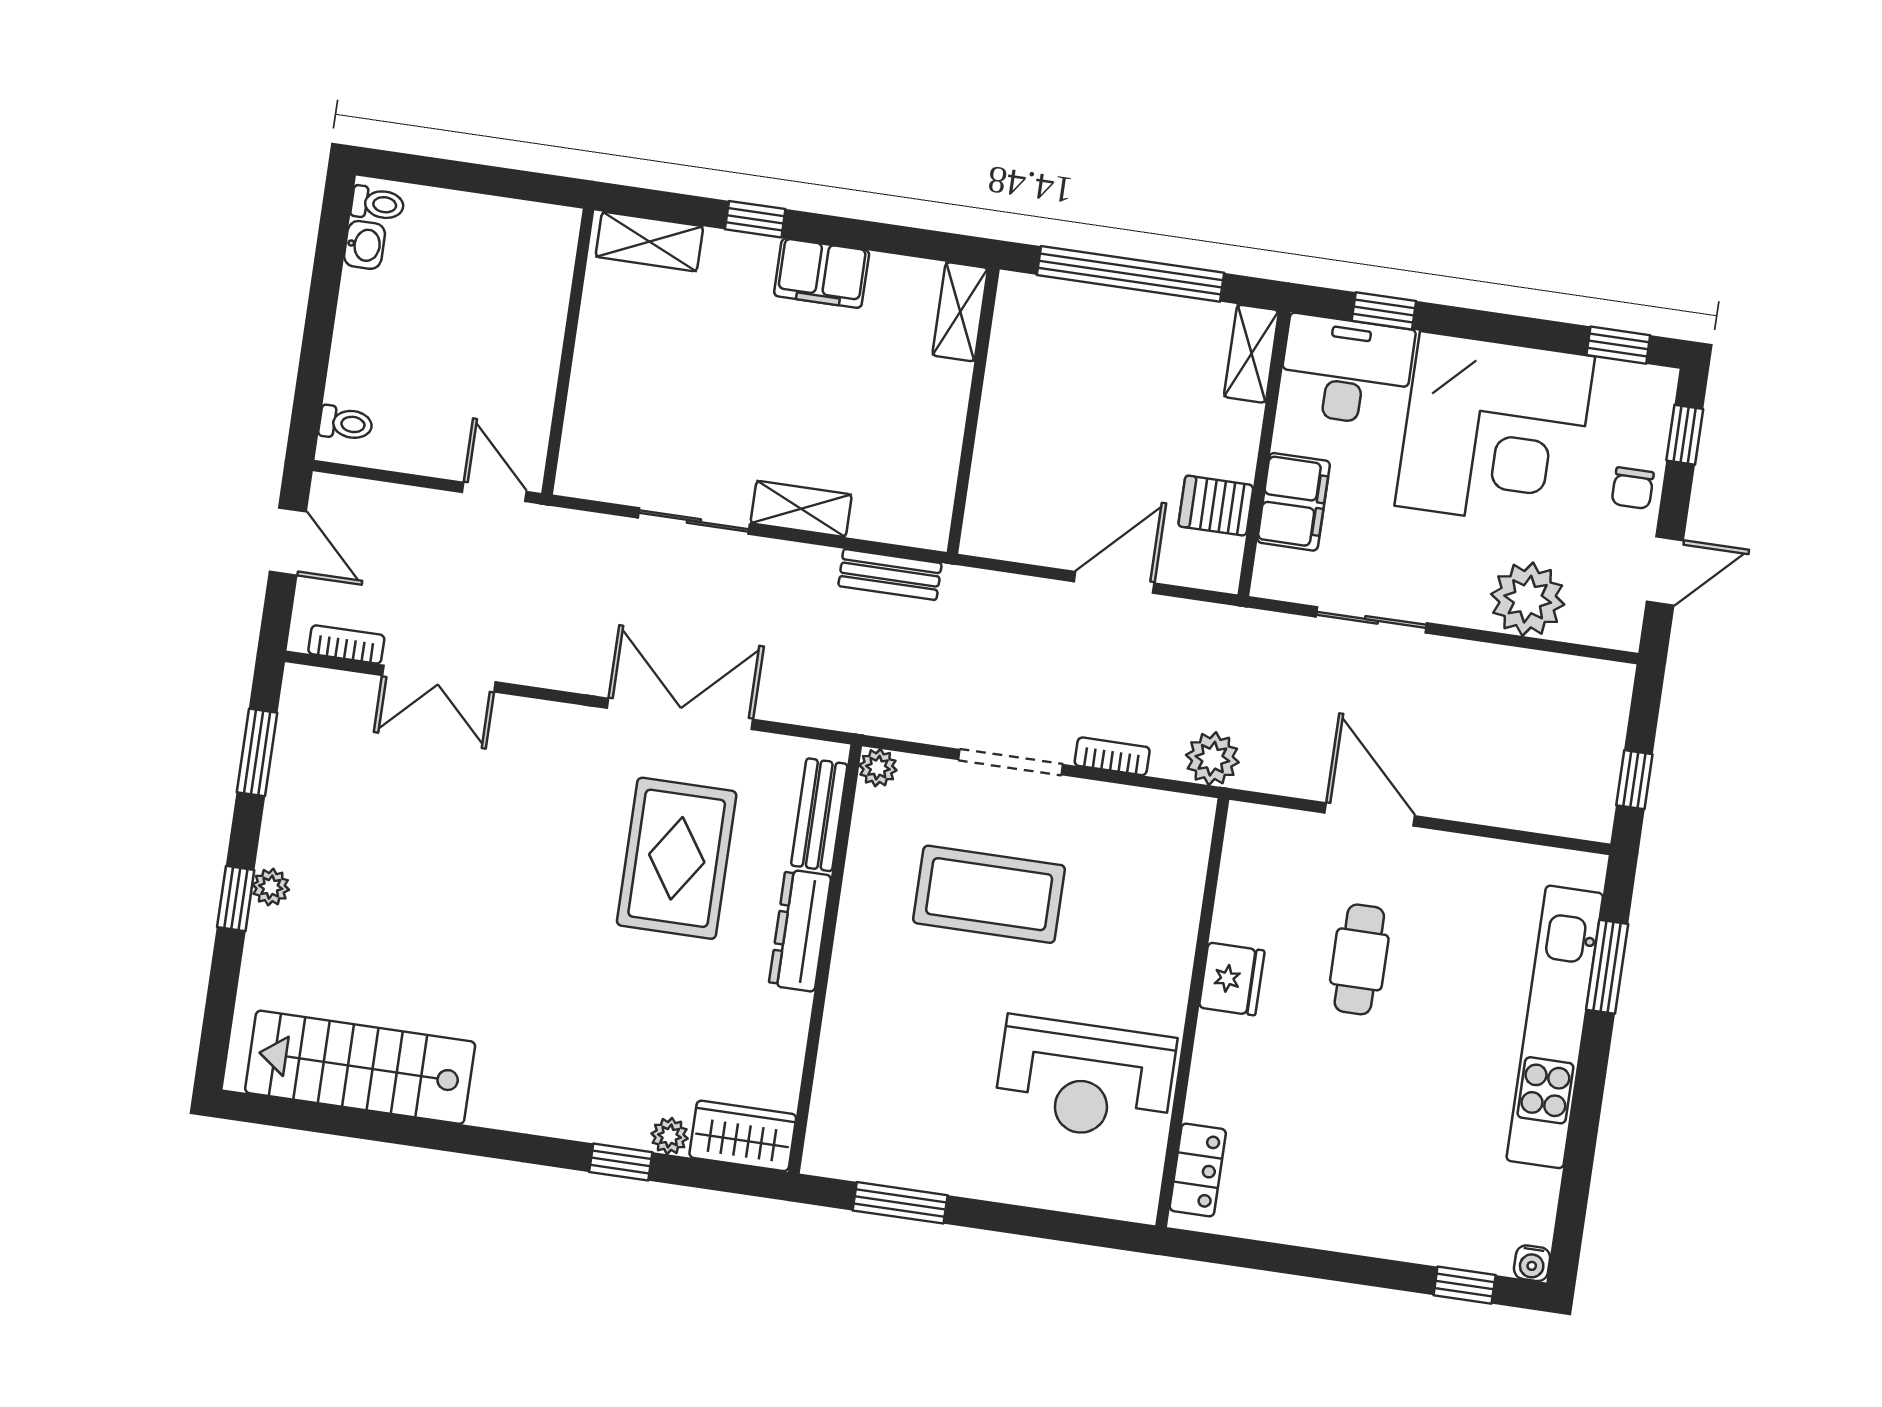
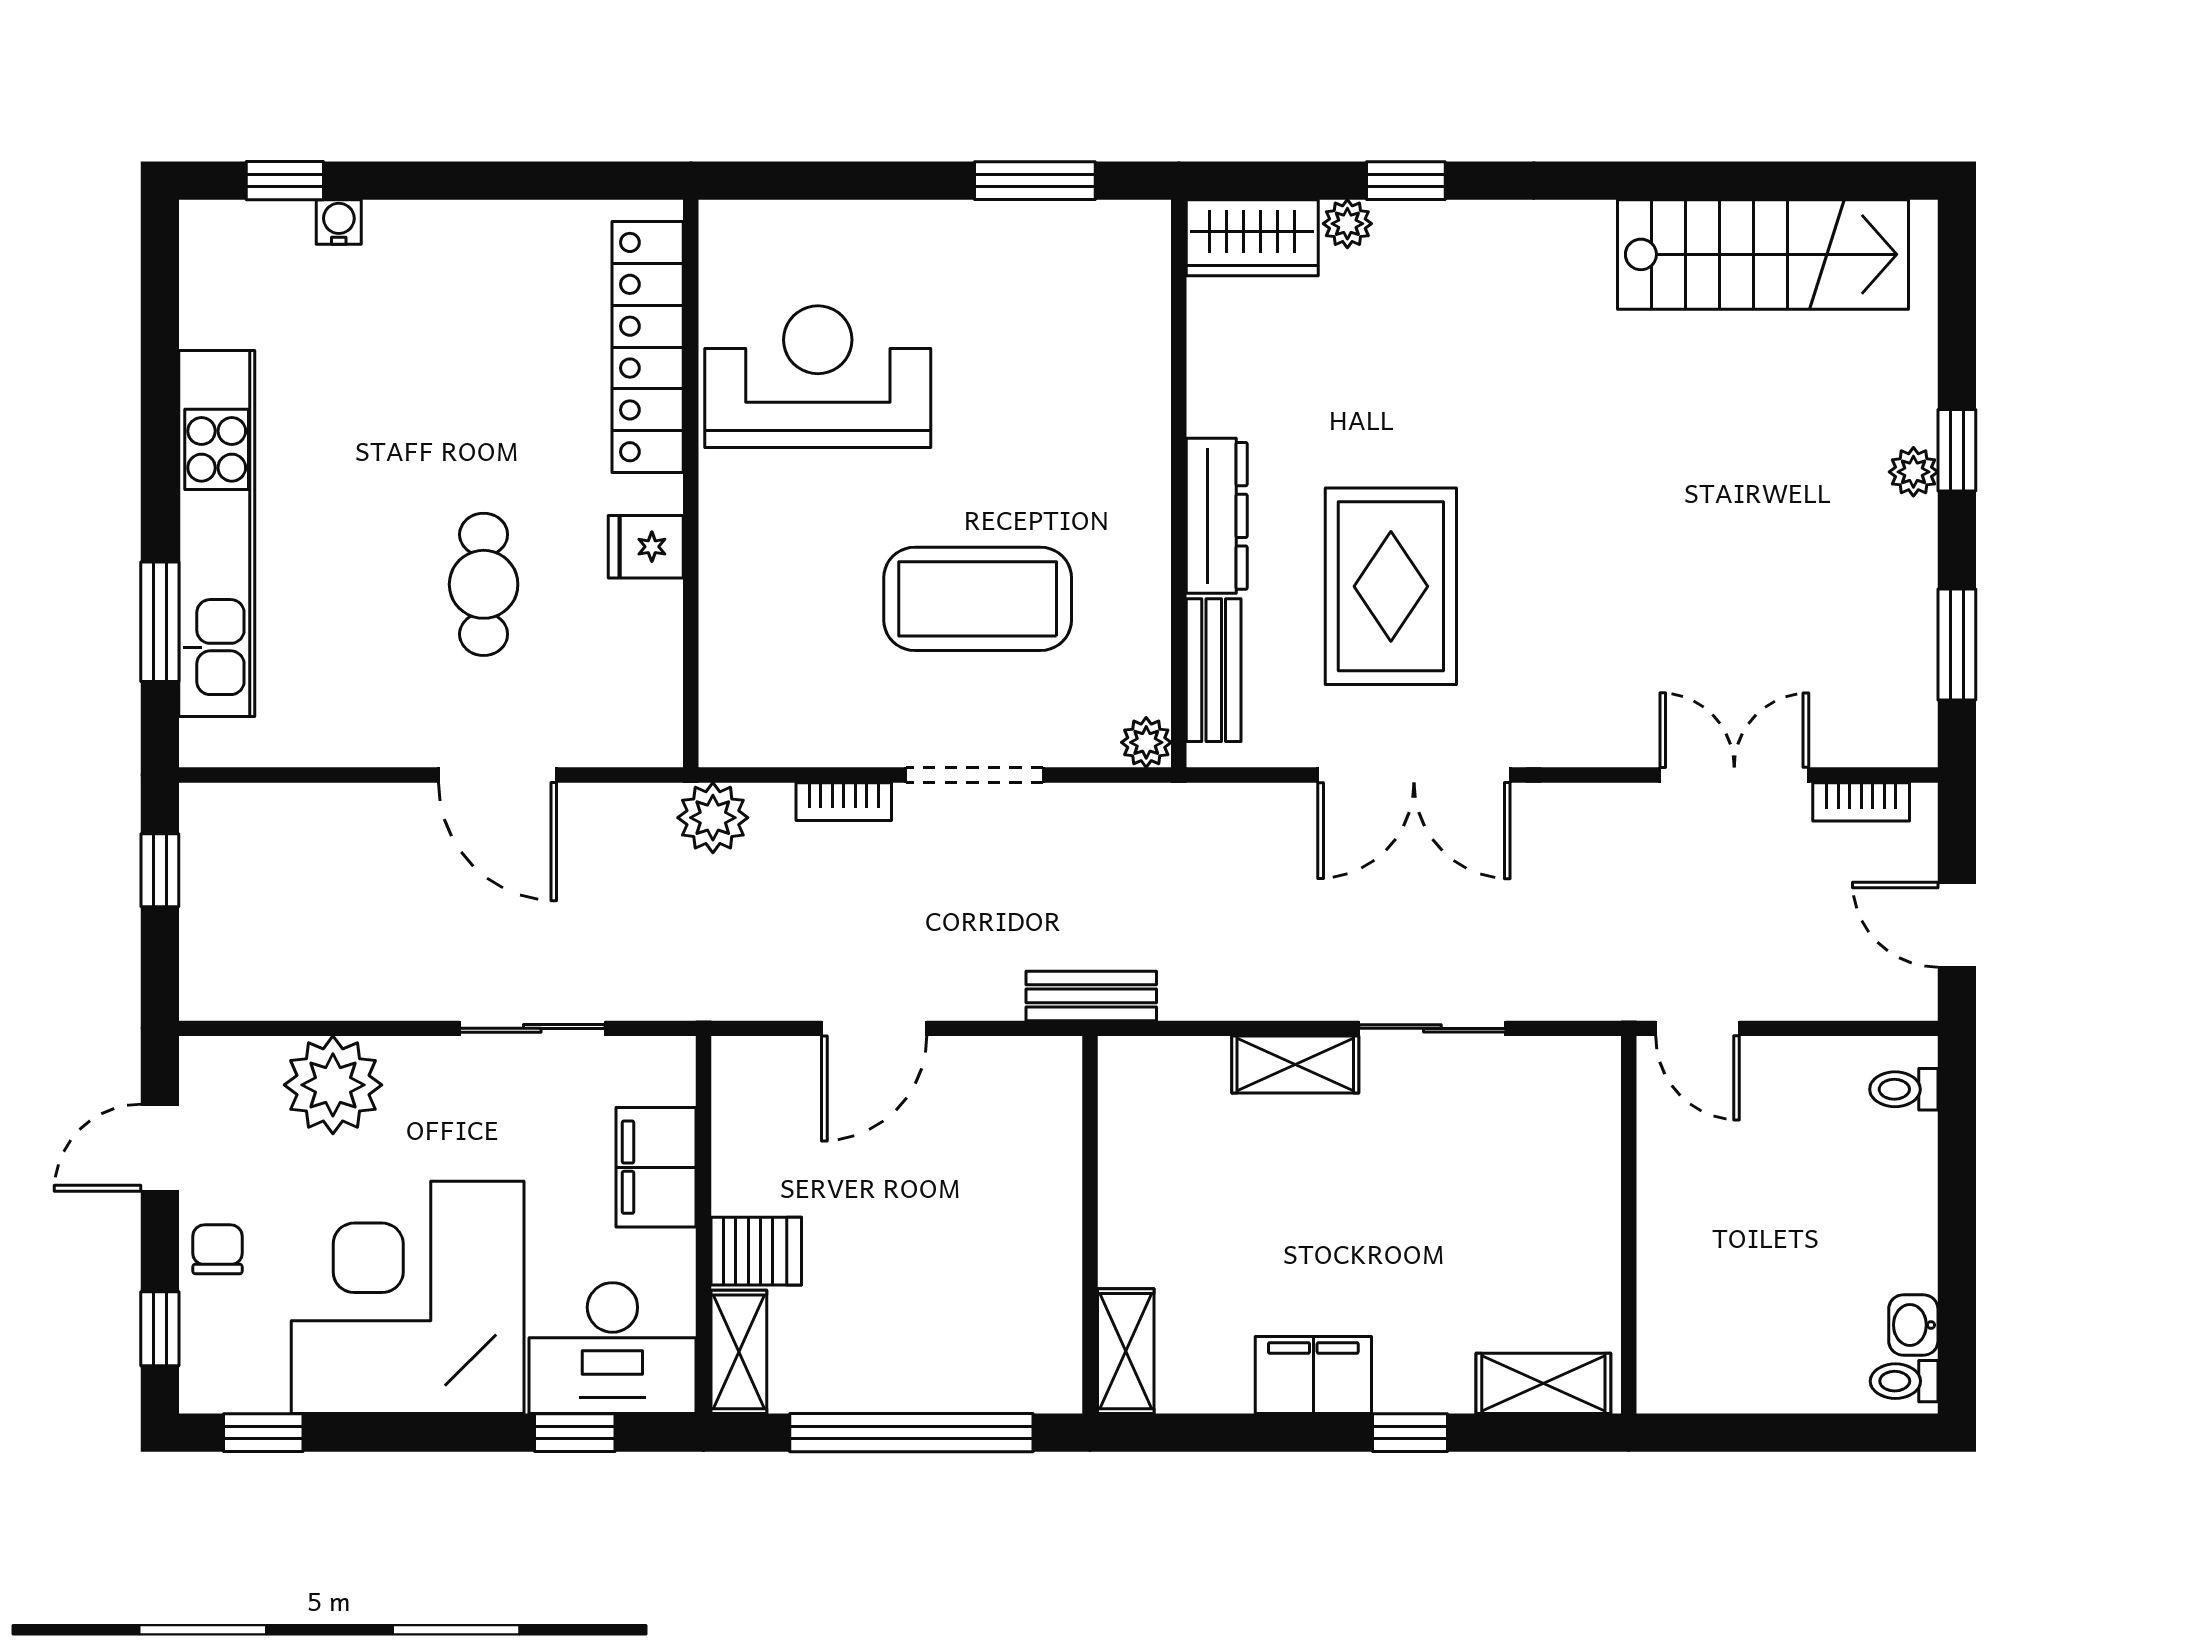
server rack: (1216, 506) -> (756, 1251), moved
bench: (890, 575) -> (1091, 996), moved
fridge: (1232, 979) -> (646, 547), width x0.72
locker: (1198, 1170) -> (648, 347), width x2.16, depth x1.21
water cooler: (1532, 1263) -> (339, 222), moved

